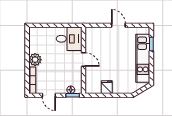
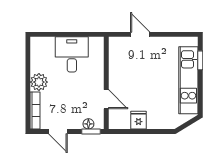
door: (118, 25) -> (140, 34), moved
desk: (69, 39) -> (72, 54), moved, turned -90
door: (84, 60) -> (106, 99), moved

